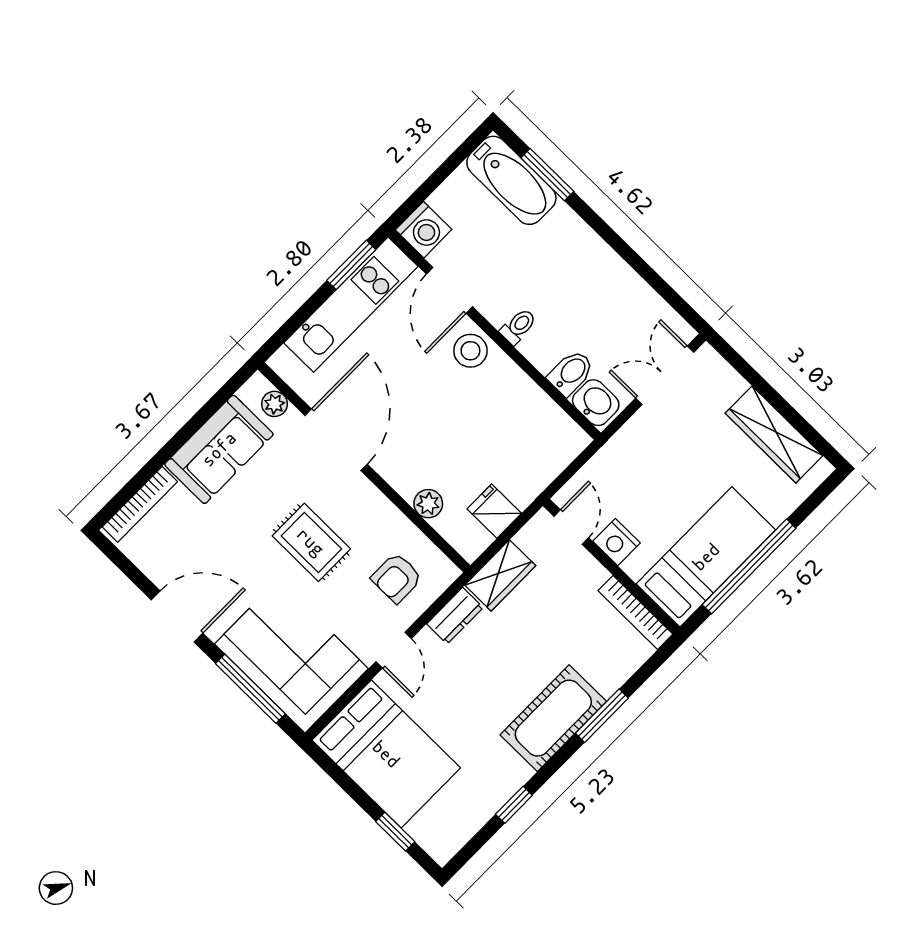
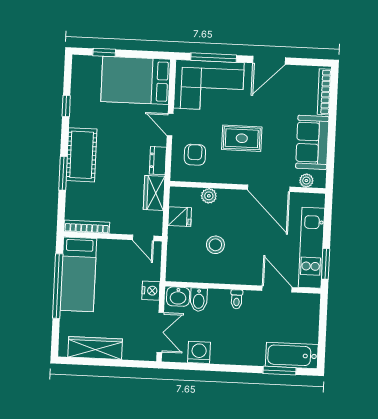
washing machine: (424, 230) -> (199, 352), moved, turned 90
stool: (470, 351) -> (215, 245), moved
nightstand: (616, 542) -> (151, 291), moved, turned 90

